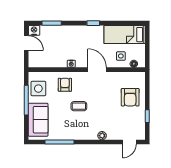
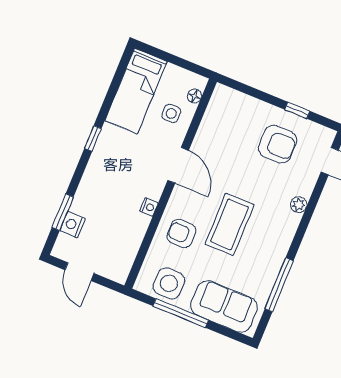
nightstand: (34, 30) -> (73, 225), moved
door: (26, 43) -> (79, 272), swing flipped
door: (97, 70) -> (178, 165), swing flipped
armchair: (130, 97) -> (278, 144), moved
coffee table: (79, 106) -> (230, 224), width x1.86, depth x1.72

